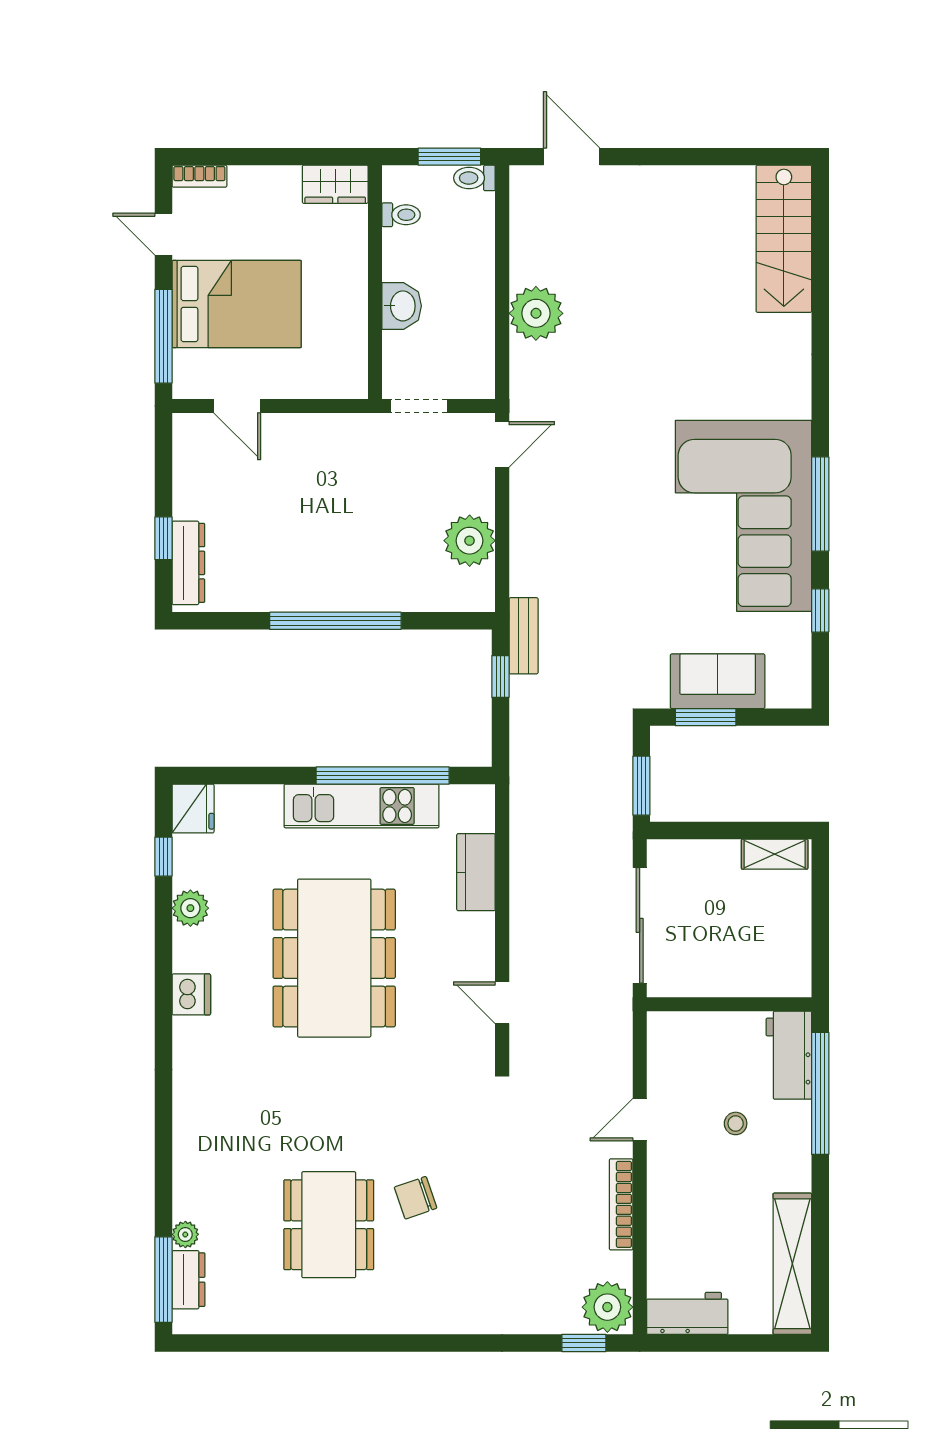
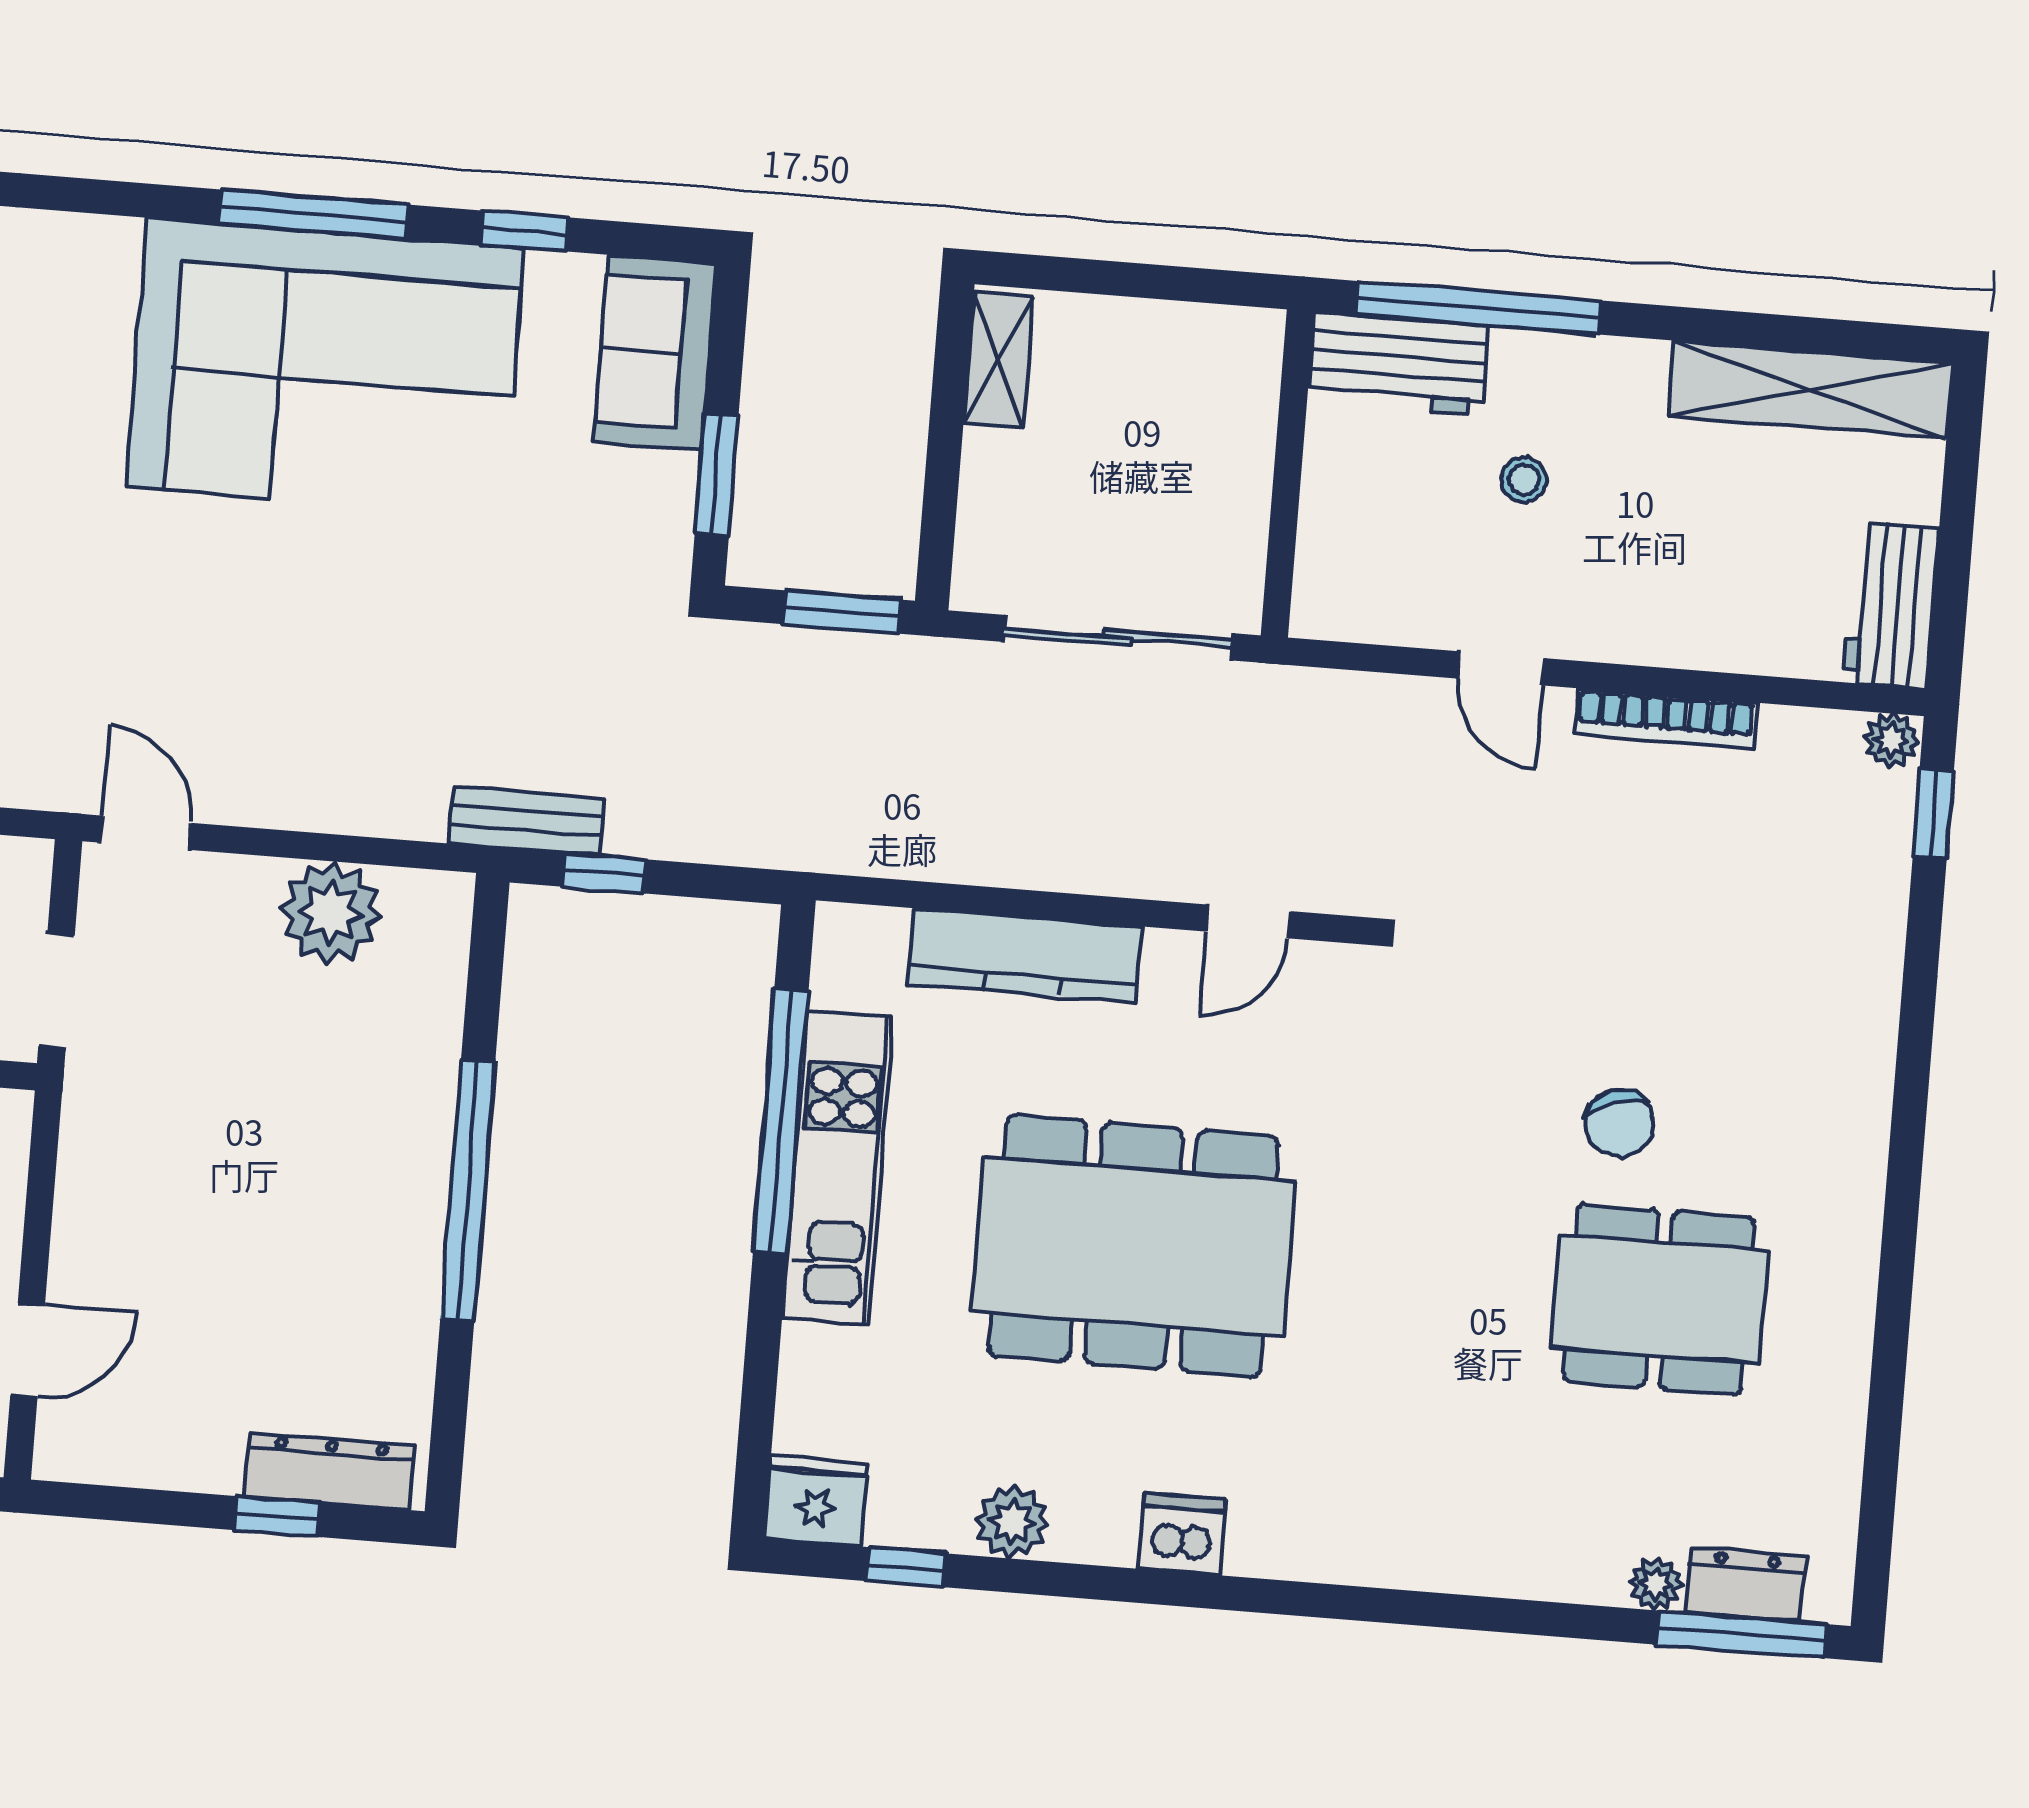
sofa: (718, 681) -> (655, 352), moved
kitchen counter: (476, 872) -> (1024, 955), width x1.50
plant: (607, 1307) -> (1891, 740), width x0.53, depth x0.53

